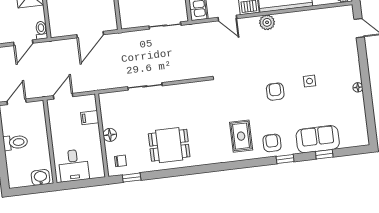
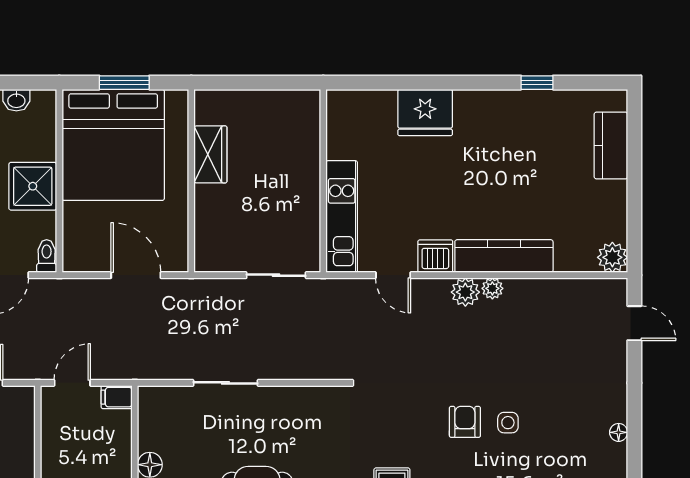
plant: (281, 19) -> (492, 288), added
door: (90, 35) -> (136, 275), swing flipped
side table: (310, 81) -> (508, 423), moved
filing cabinet: (90, 118) -> (117, 397), moved

